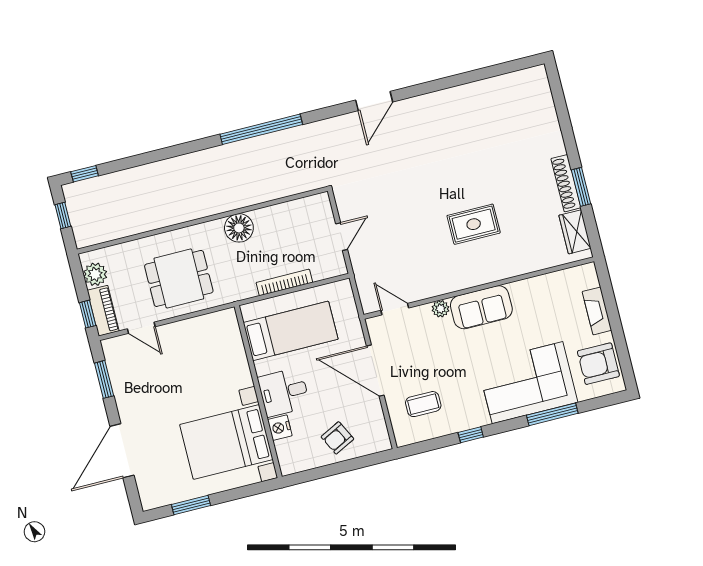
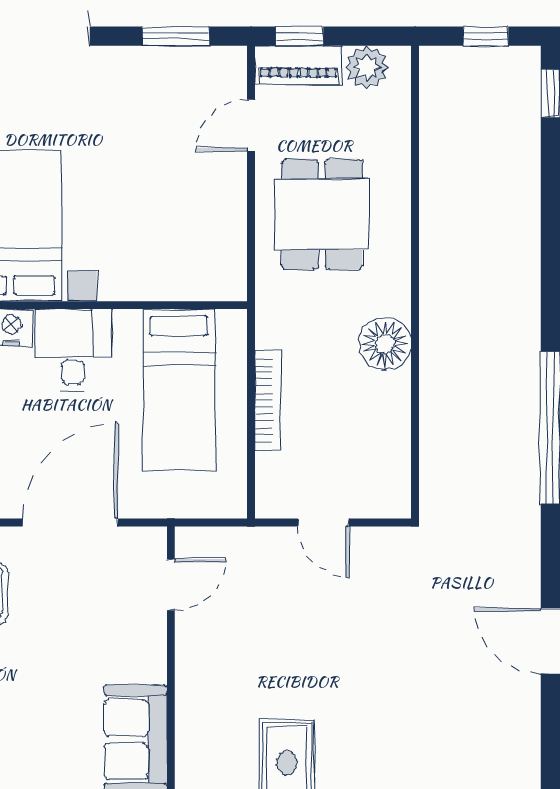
plant: (440, 309) -> (151, 666), removed

